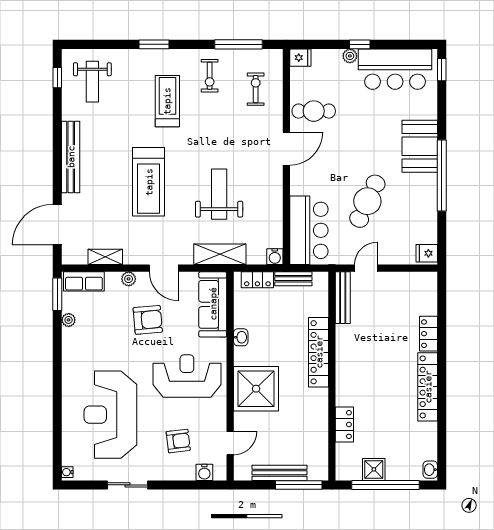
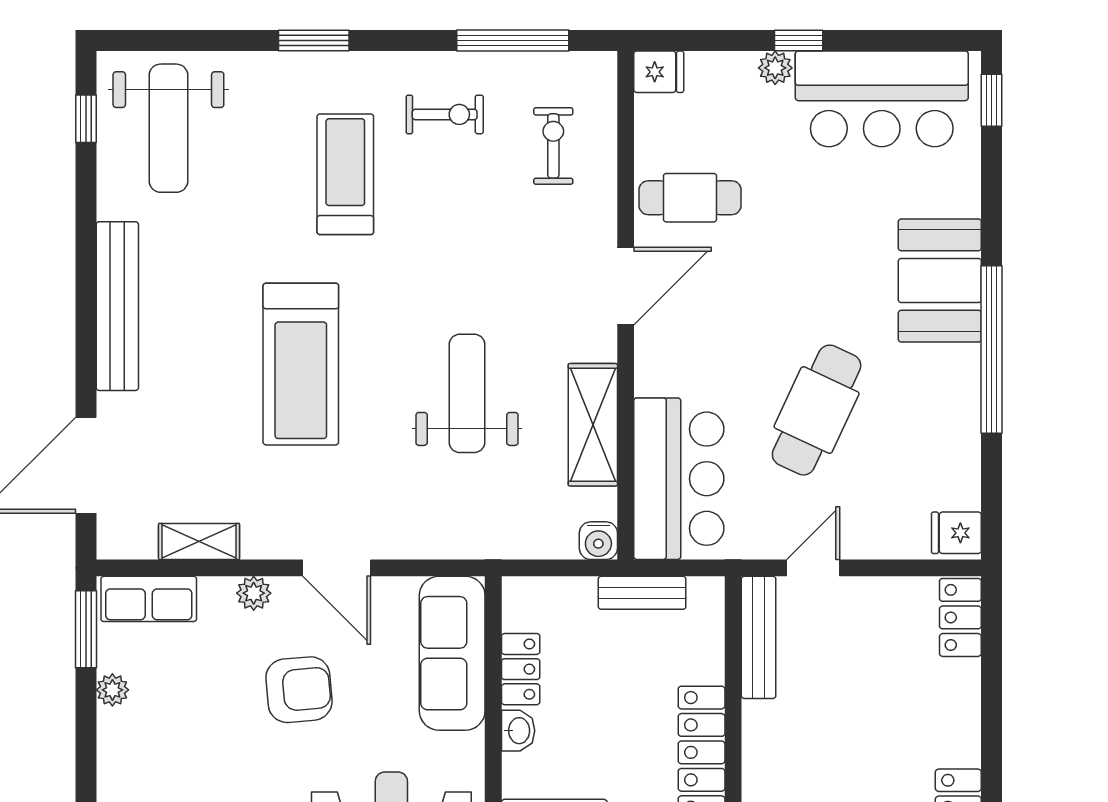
exercise bike: (210, 76) -> (445, 114), turned -90
weight bench: (92, 82) -> (168, 128), width x1.36, depth x1.33
shelving: (220, 254) -> (593, 425), moved, turned 90
locker: (257, 280) -> (521, 669), moved, turned -90
locker: (428, 334) -> (960, 617), moved

